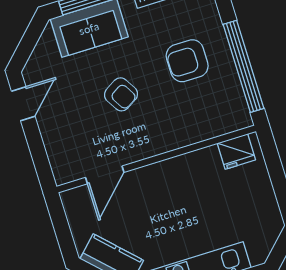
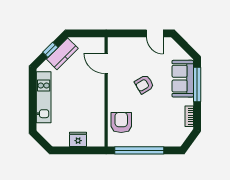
armchair: (187, 61) -> (121, 122), moved
fridge: (236, 151) -> (78, 139), moved, turned 90

